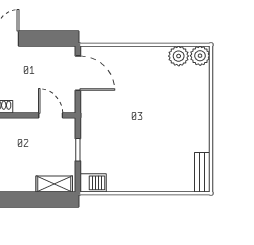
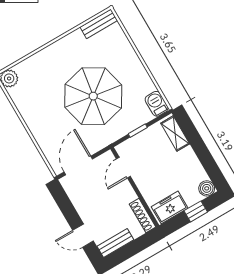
plant: (179, 56) -> (19, 95), removed
parasol: (136, 126) -> (93, 96), added

